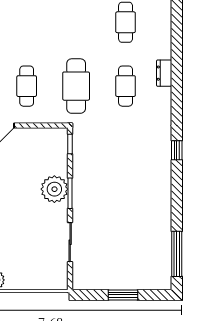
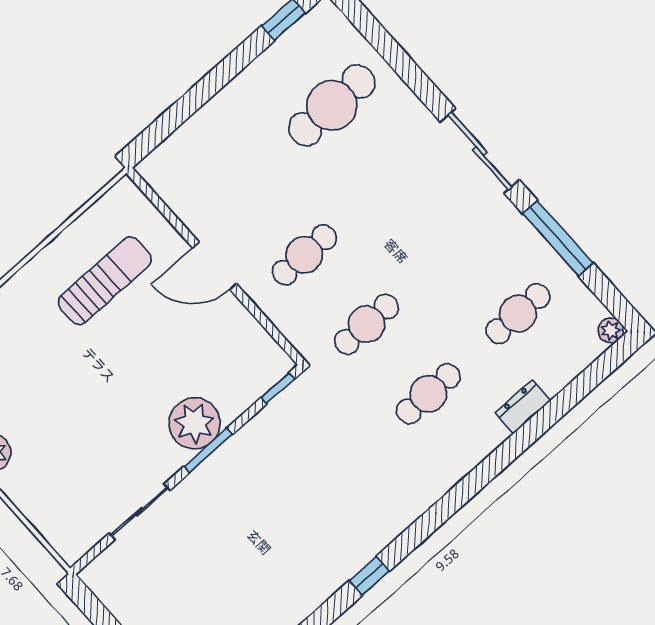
dresser: (164, 73) -> (523, 407), moved
cafe table: (76, 86) -> (366, 324), width x0.73, depth x0.74
window: (177, 150) -> (369, 576), moved

